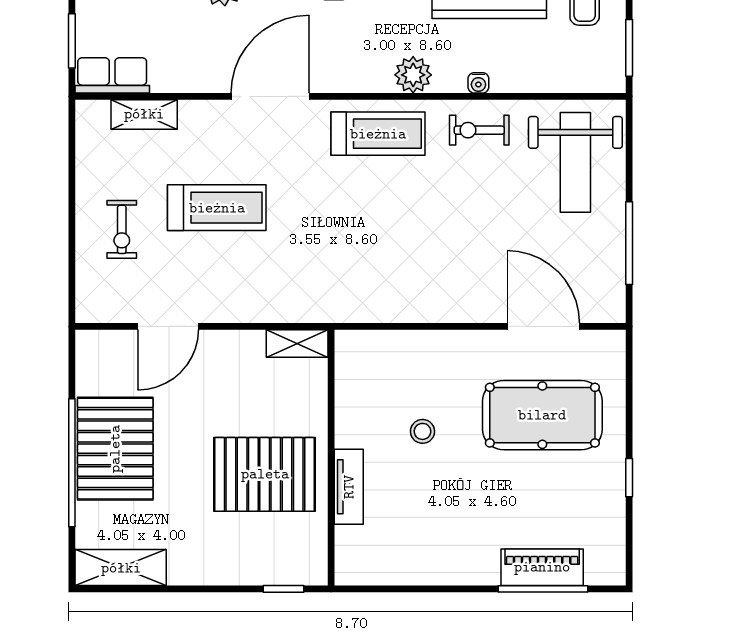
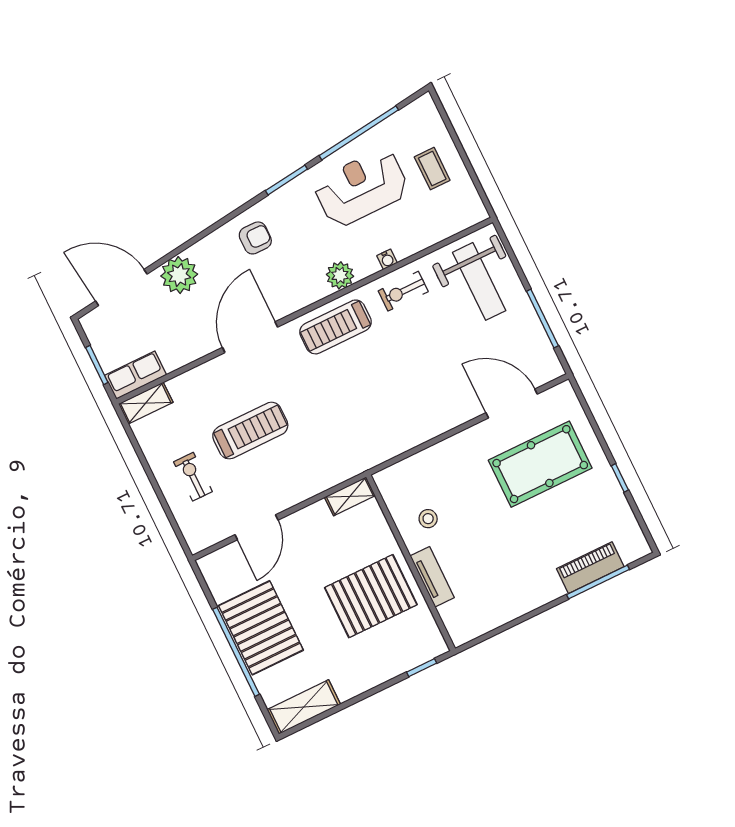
window: (629, 48) -> (478, 186), removed
shelving: (144, 114) -> (146, 403), moved
treadmill: (378, 134) -> (336, 327), turned 180
exercise bike: (122, 229) -> (193, 477), turned 180
stool: (422, 431) -> (428, 519), moved

